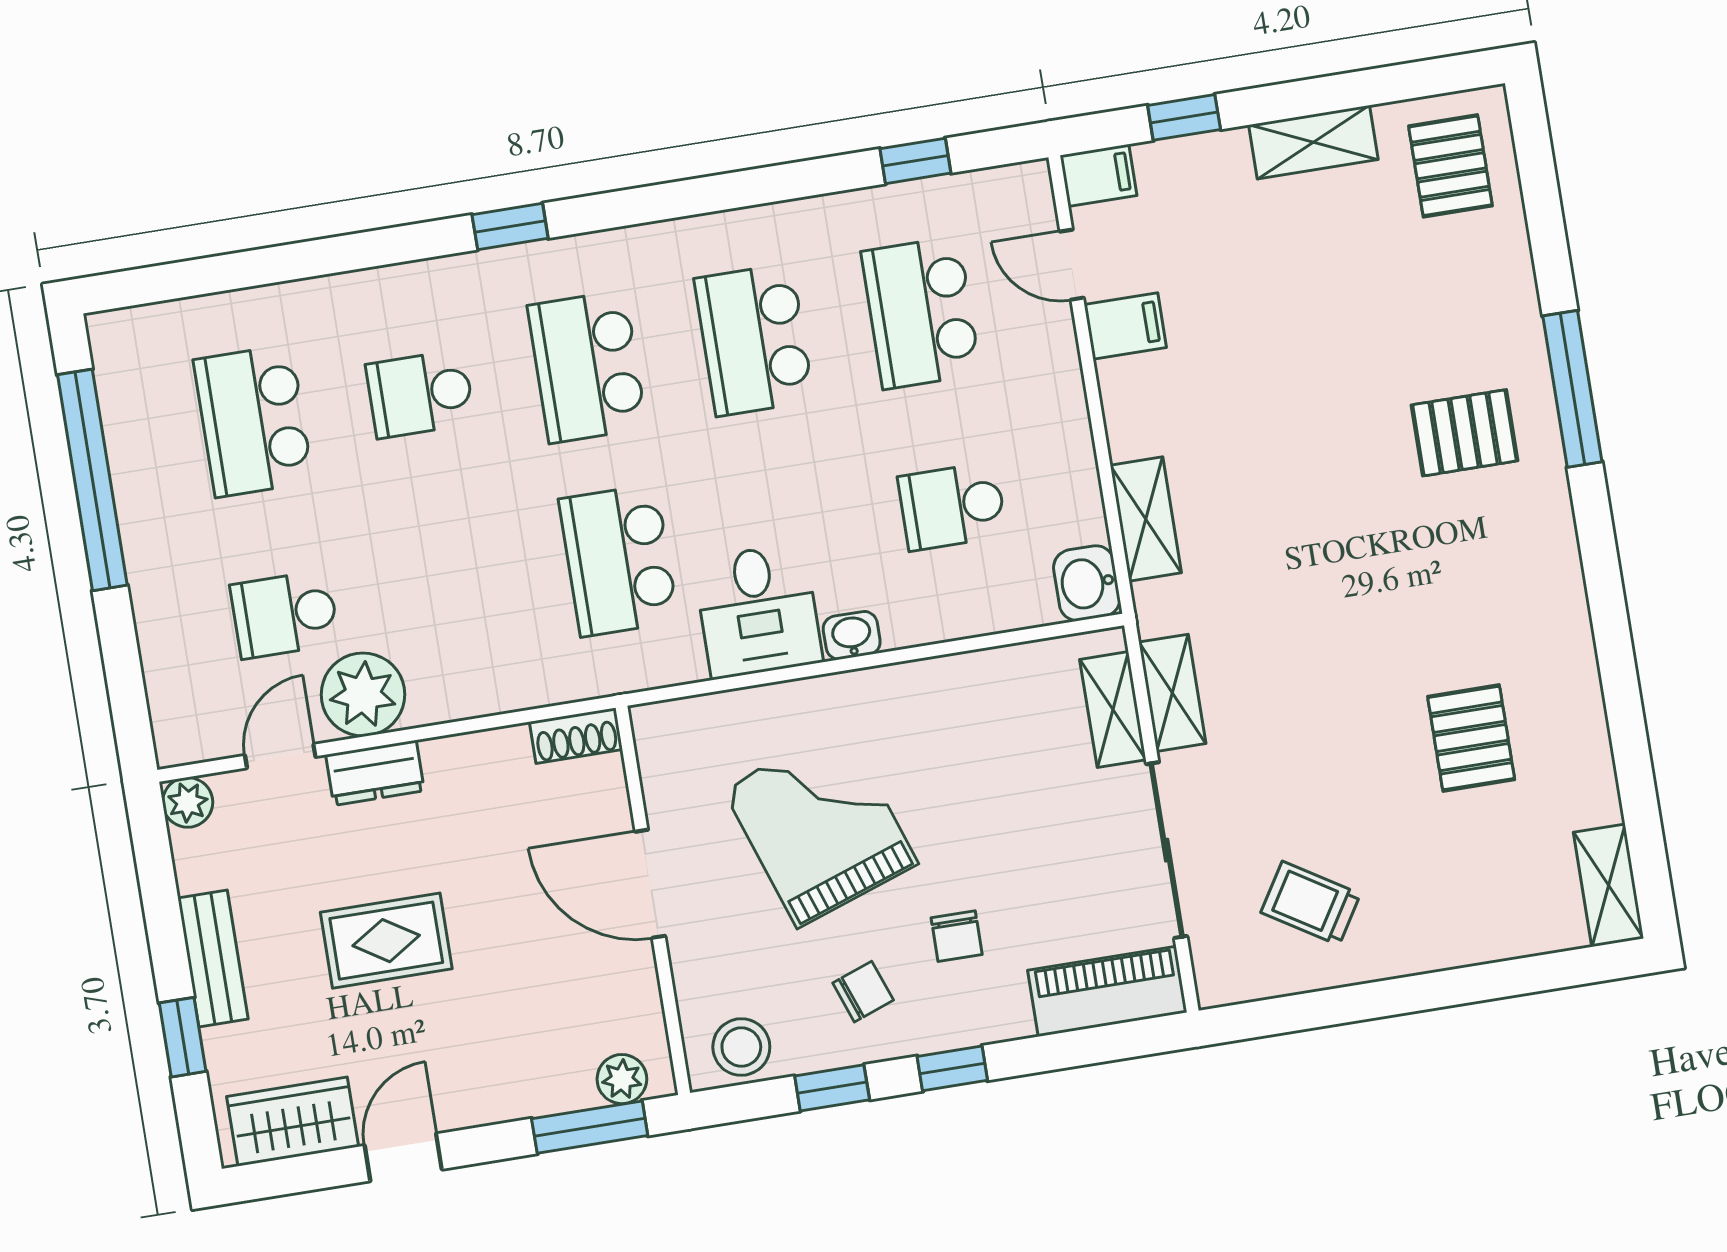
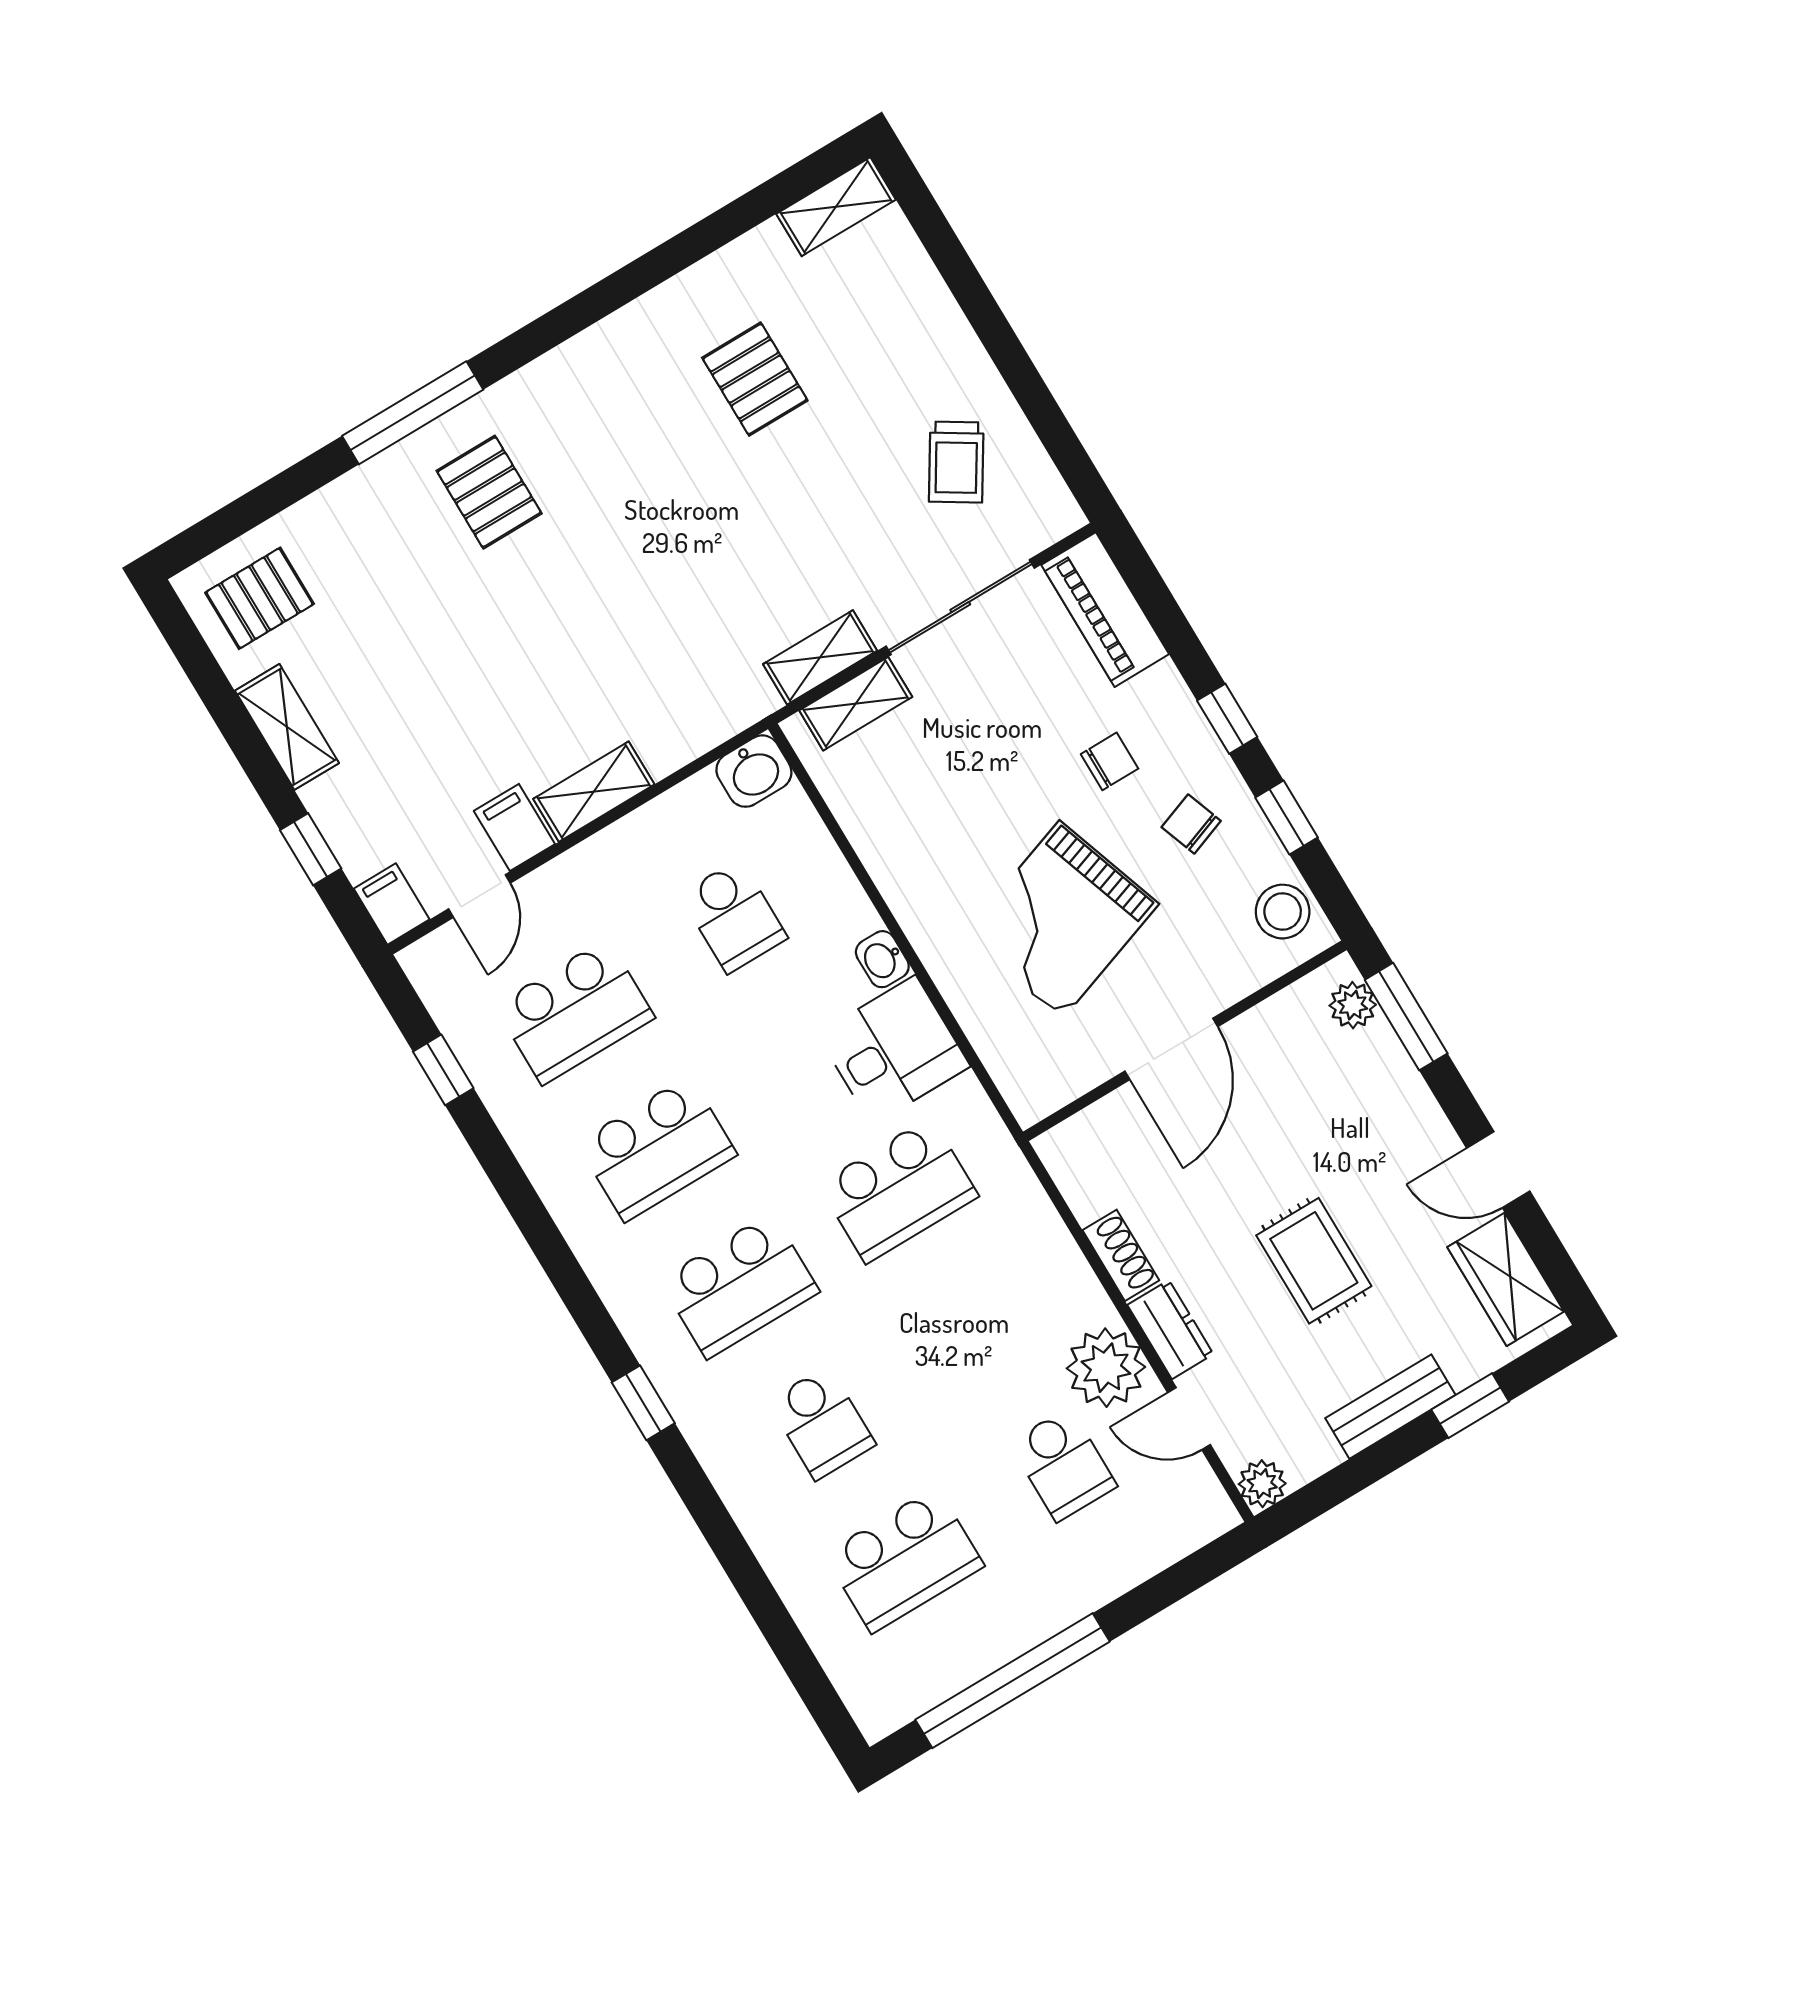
shelving: (1146, 519) -> (594, 792), moved
shoe rack: (576, 736) -> (1121, 1255), moved
pallet: (1471, 738) -> (755, 379), turned 90

